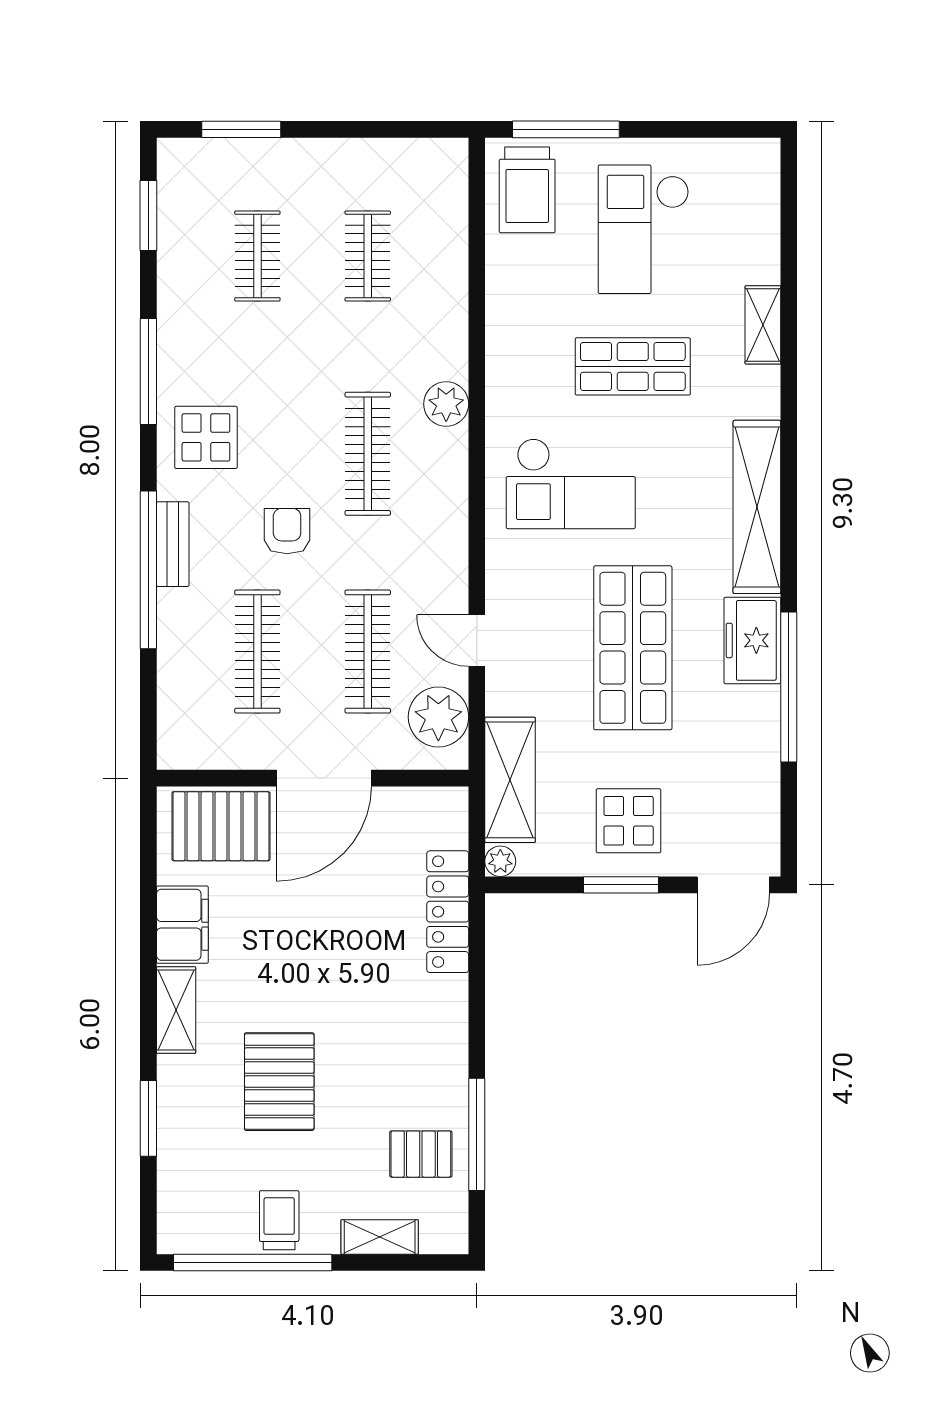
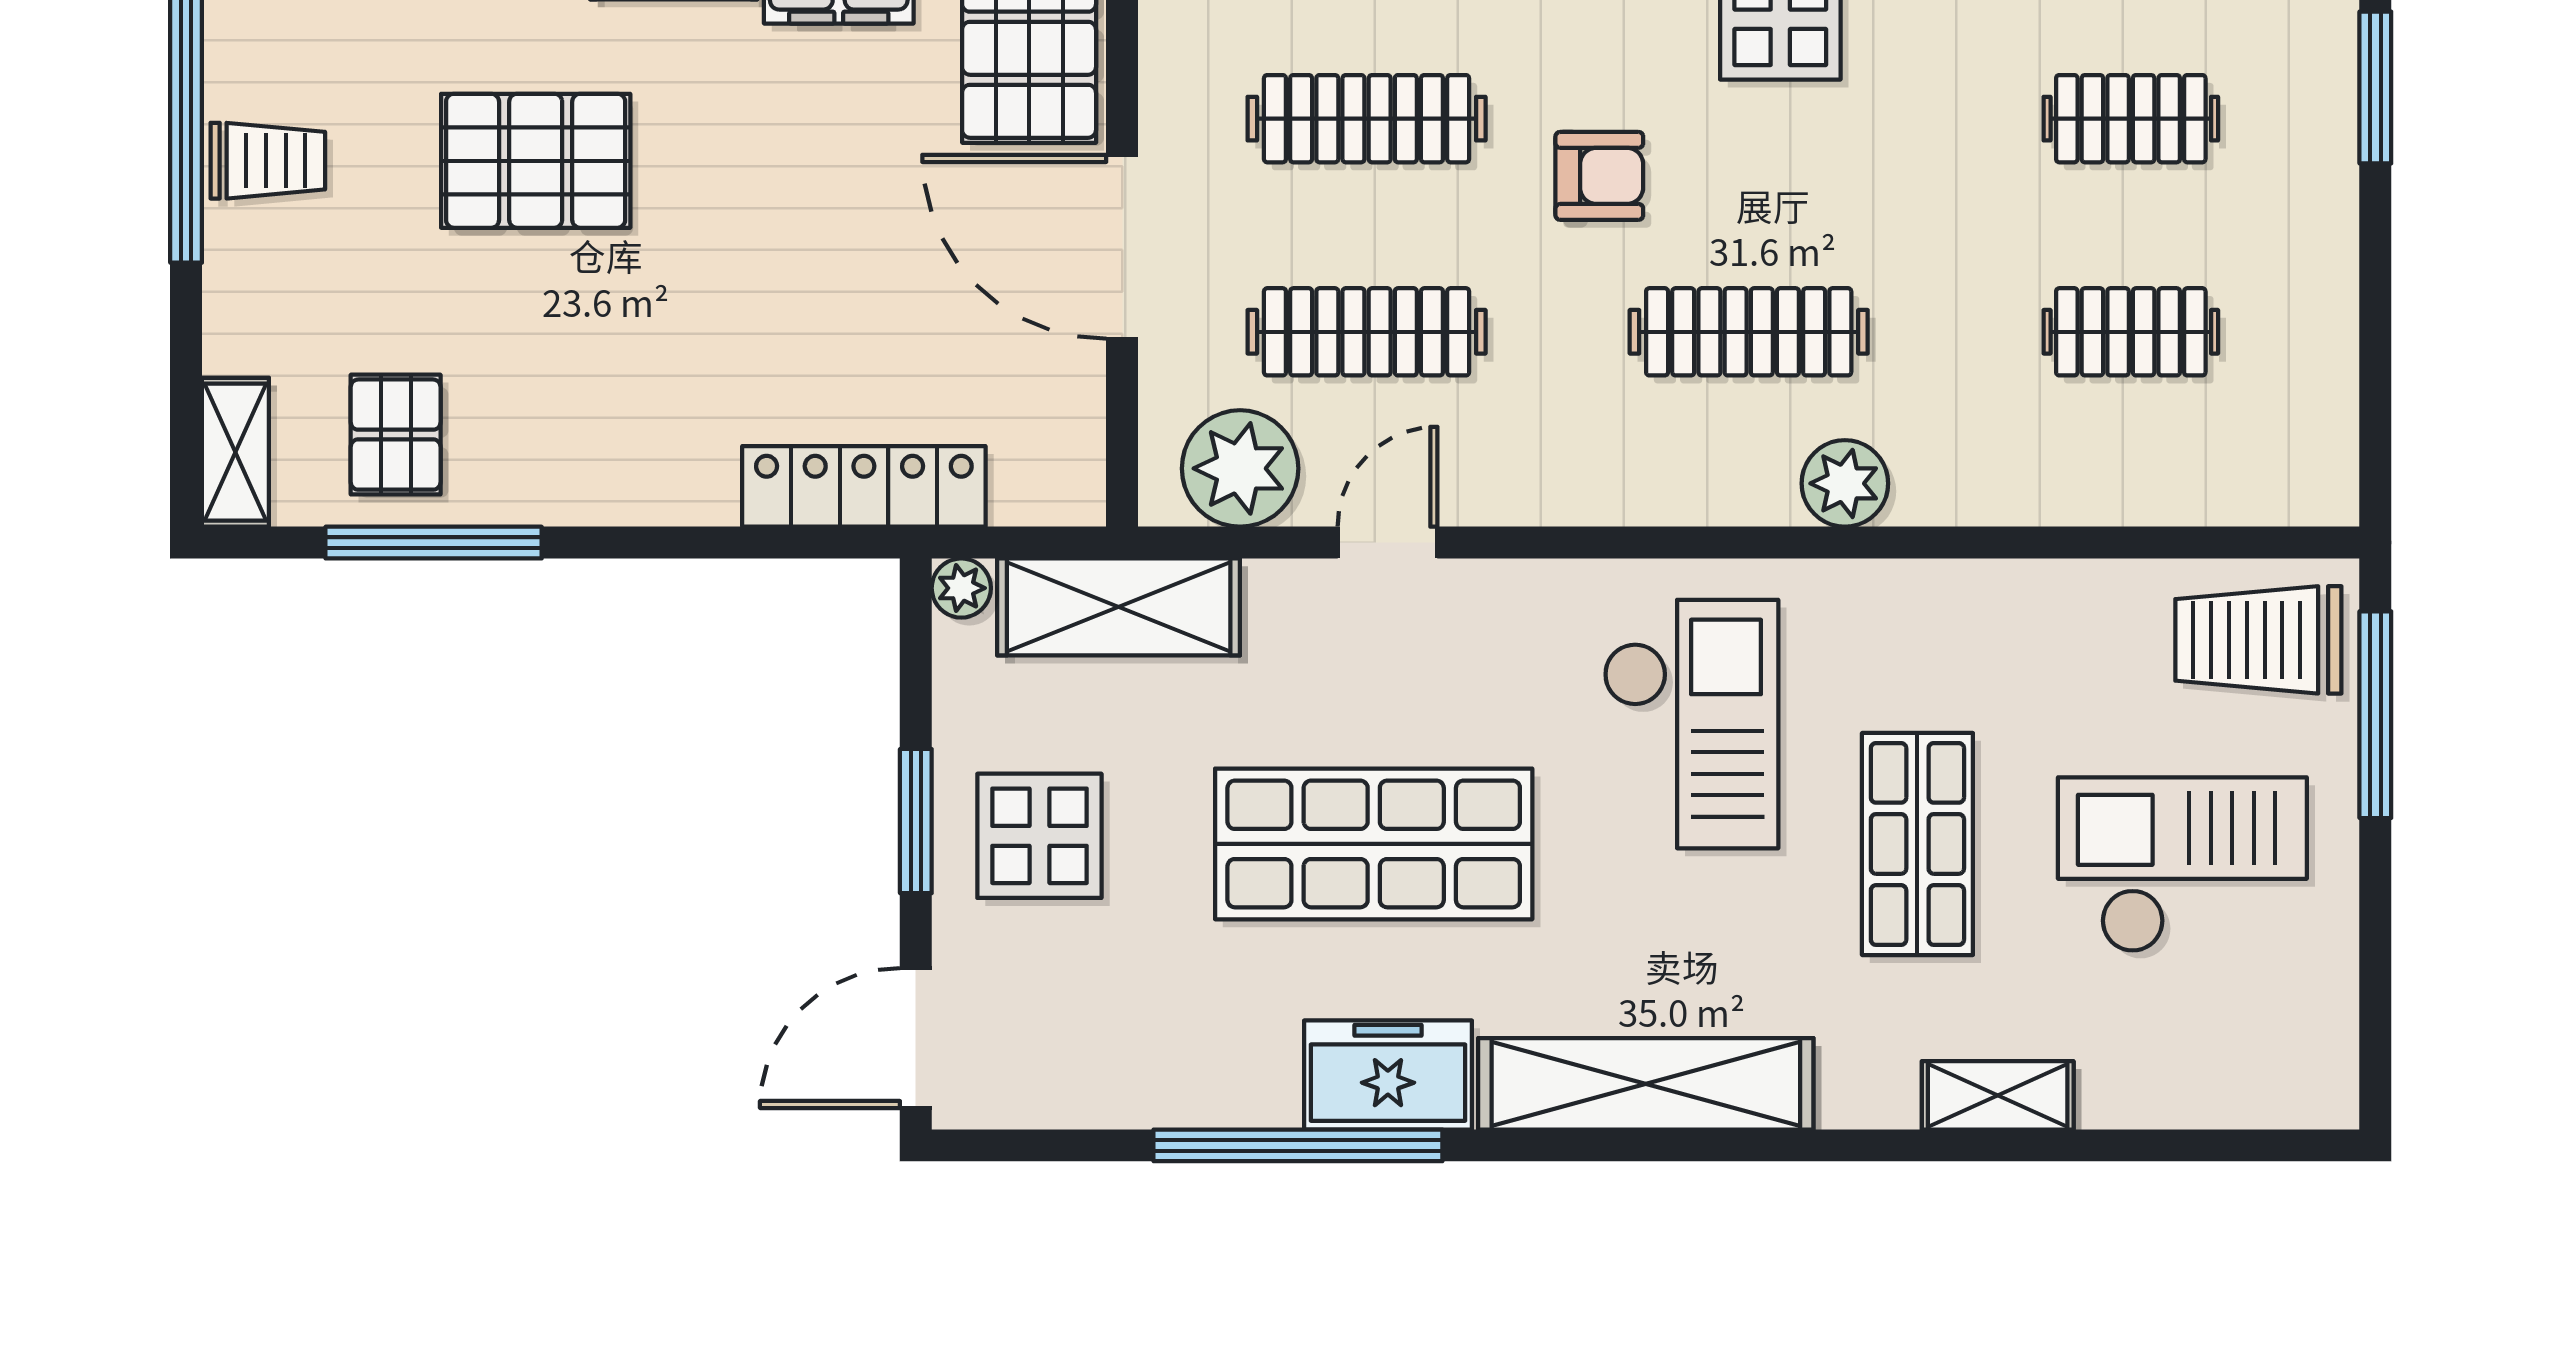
checkout: (571, 484) -> (1691, 724), turned 180
door: (733, 885) -> (916, 1038), hinge flipped
shelving: (380, 1237) -> (235, 452), moved

